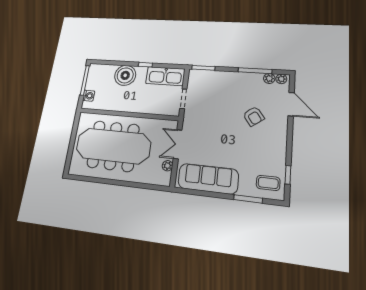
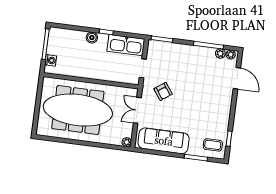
boiler: (125, 75) -> (92, 38), width x0.54, depth x0.54
armchair: (254, 116) -> (163, 92), moved
plant: (168, 166) -> (127, 142), moved

